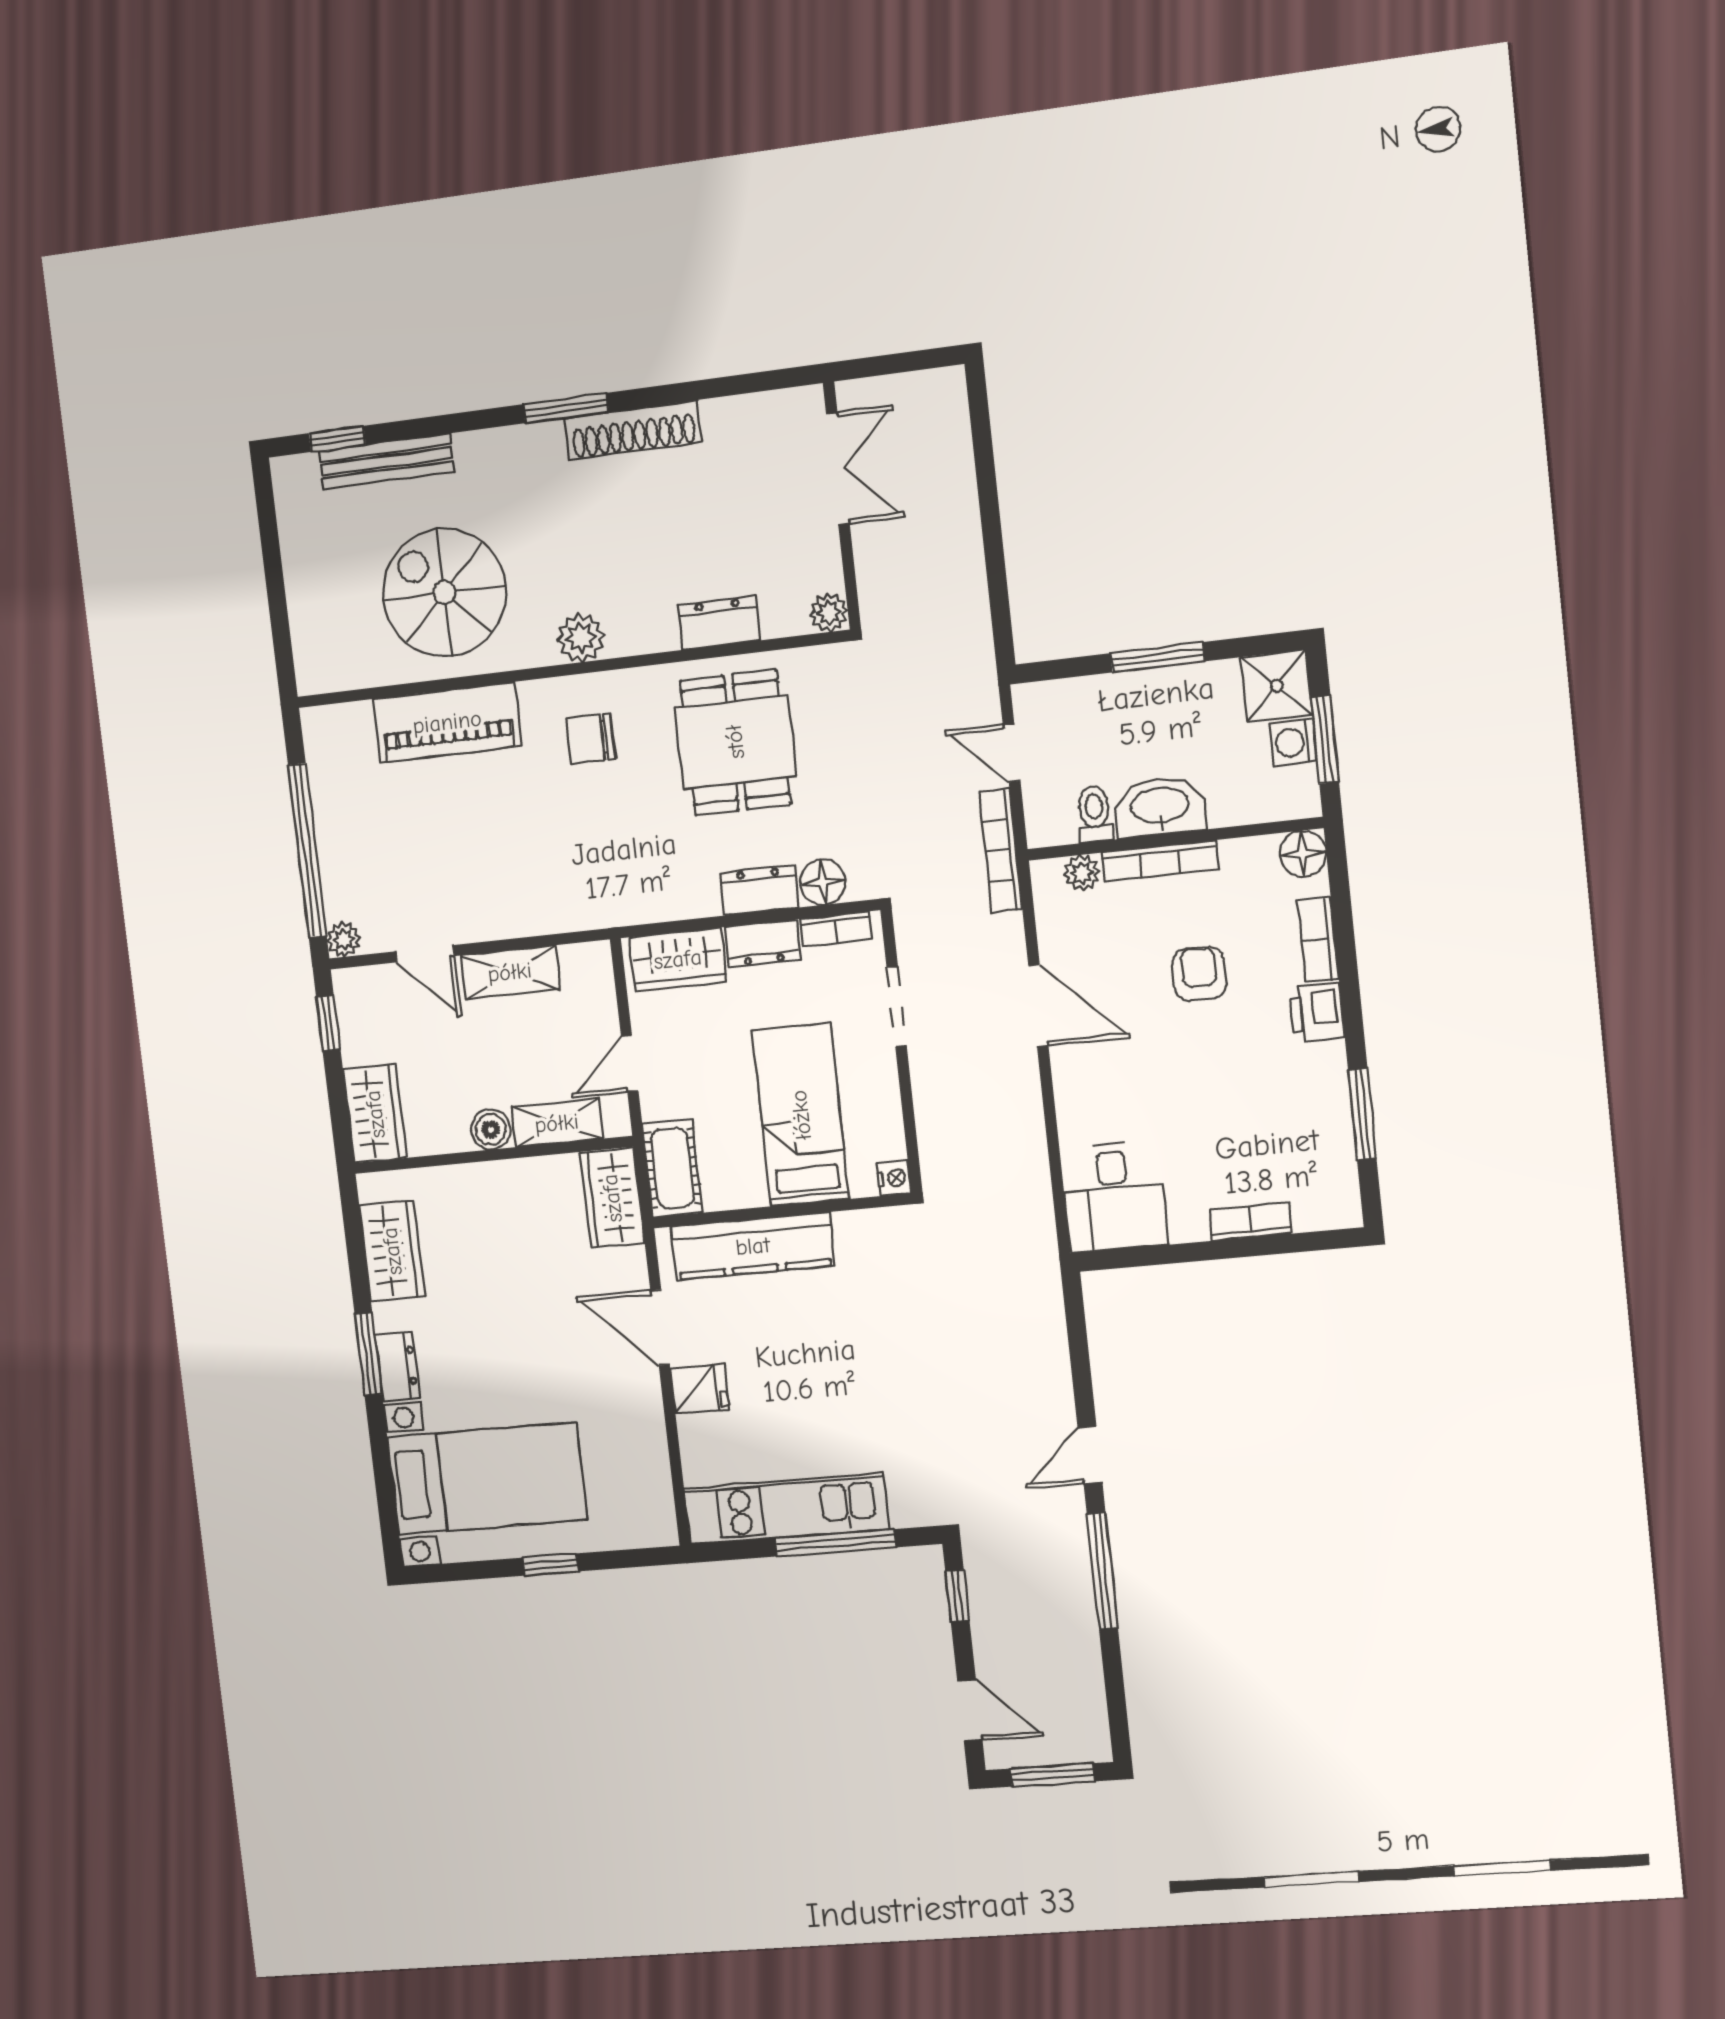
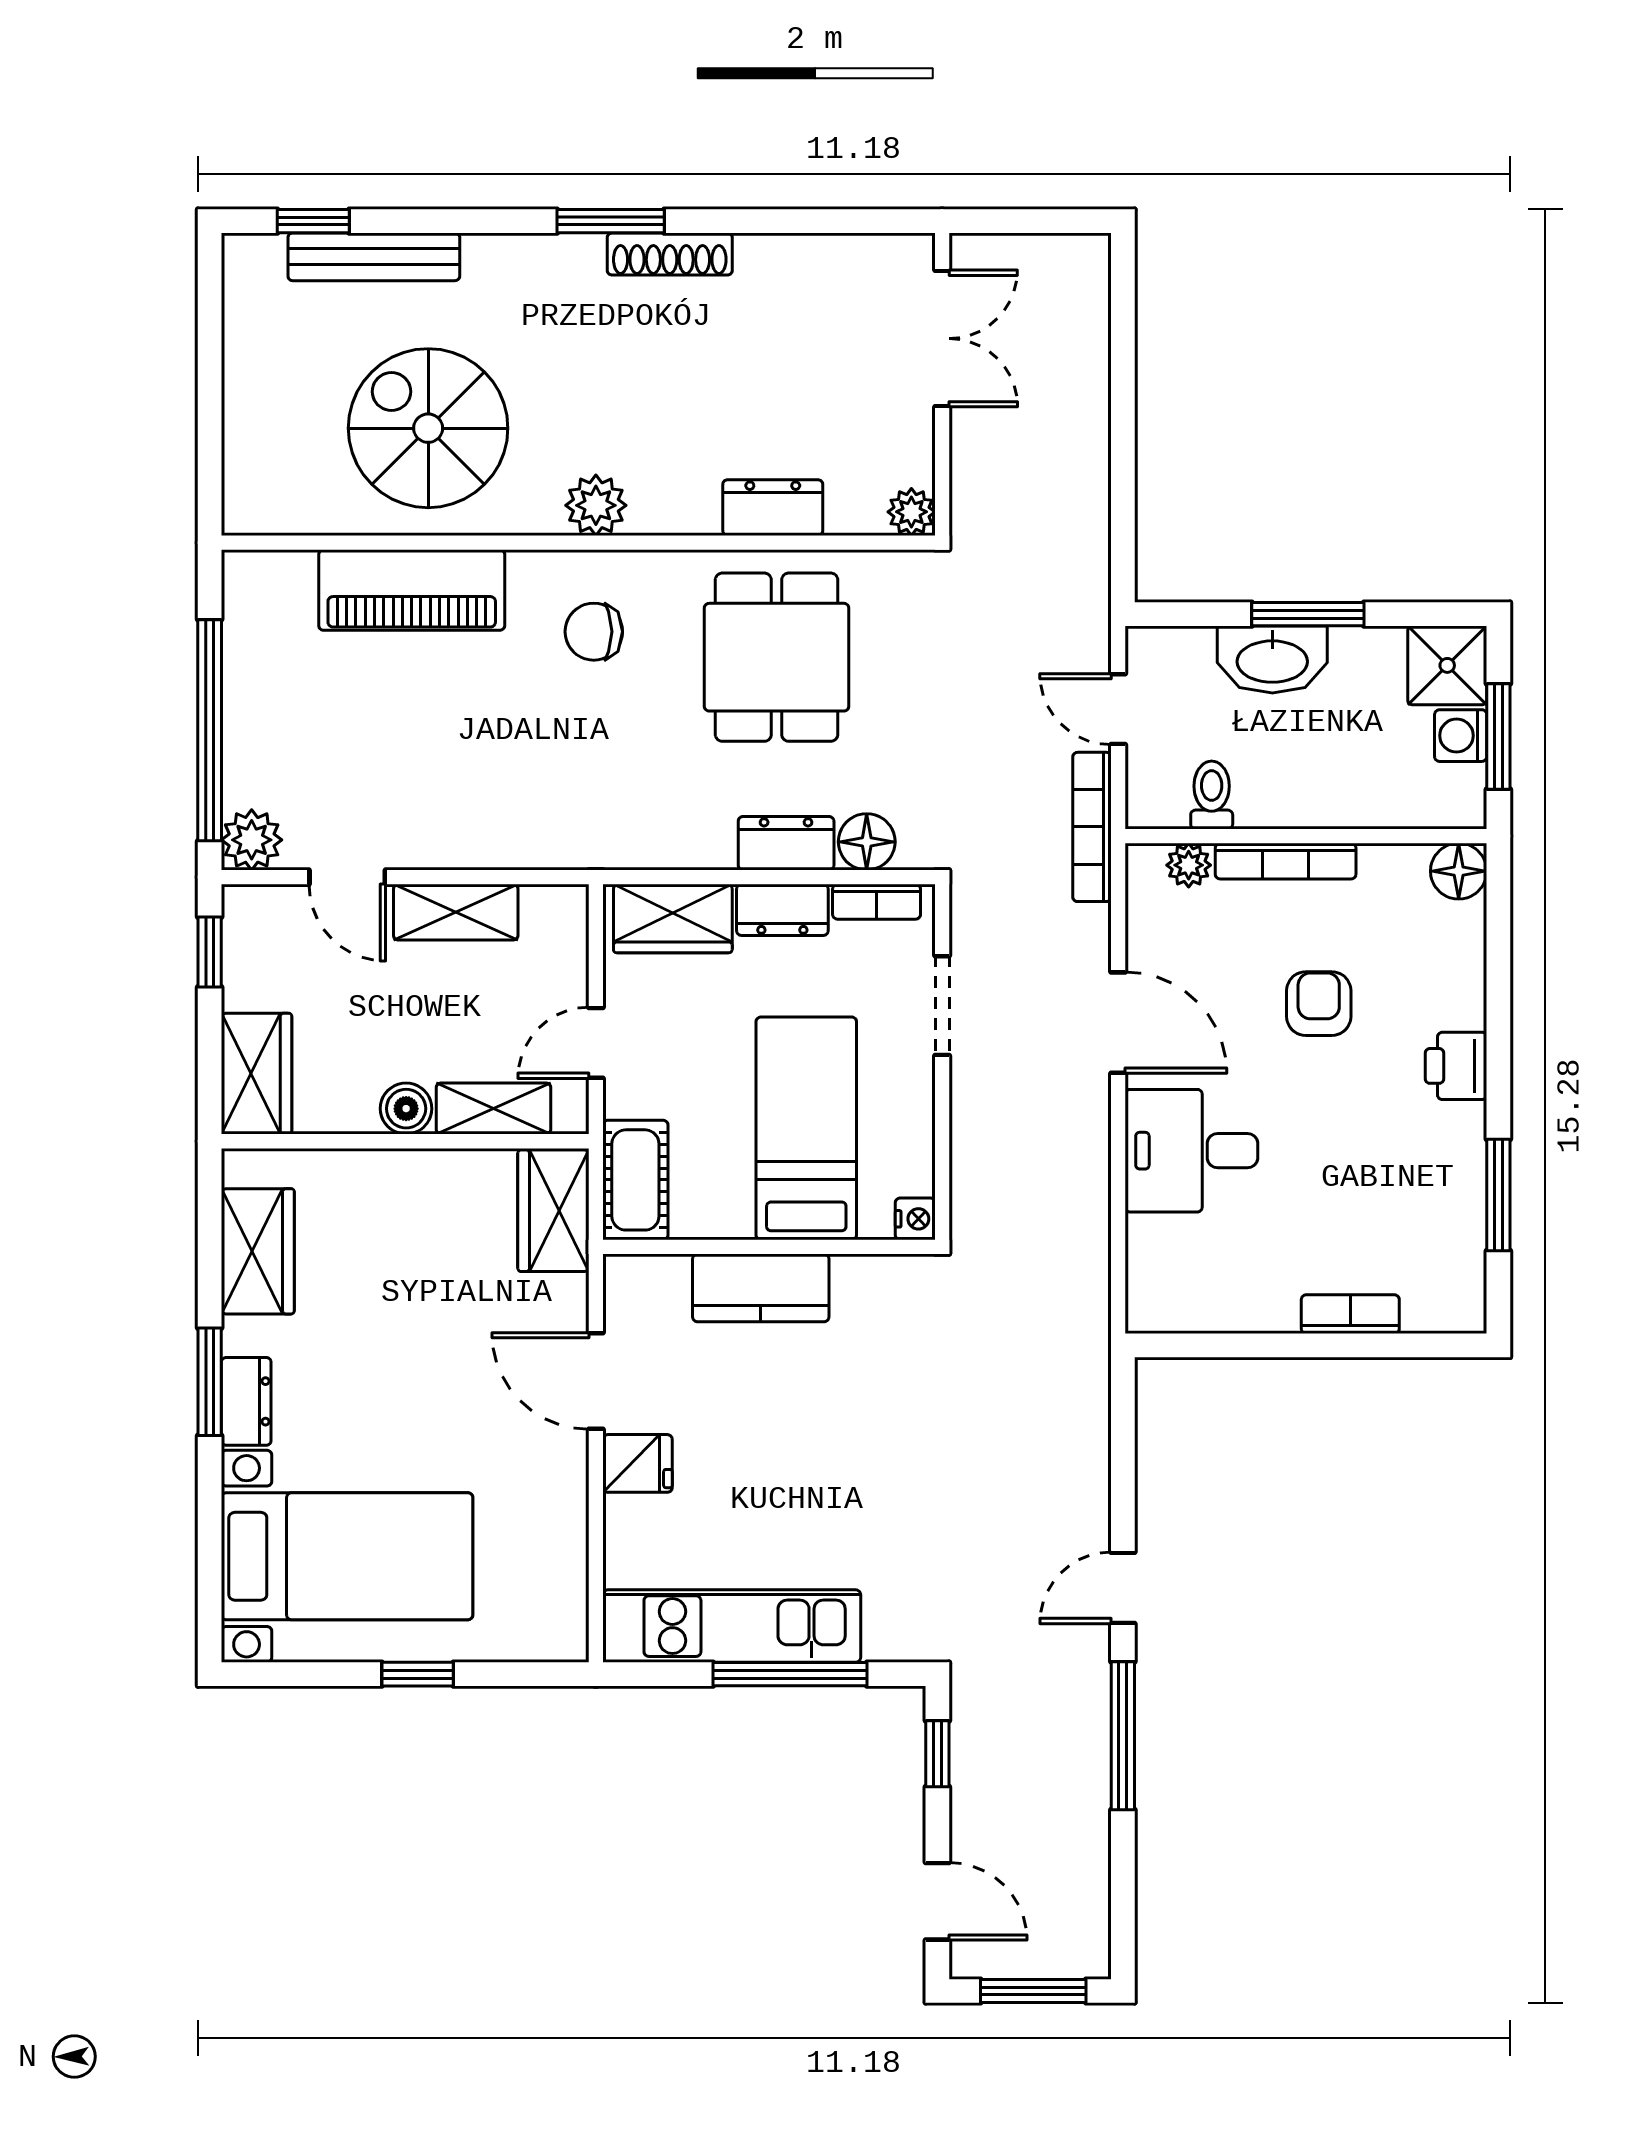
shoe rack: (633, 430) -> (670, 254), width x0.74, depth x0.81
washbasin: (1160, 807) -> (1272, 660), moved, turned 180
plant: (344, 940) -> (252, 840), width x1.38, depth x1.38
bookcase: (1318, 940) -> (1467, 977), removed
desk: (1114, 1196) -> (1191, 1151), moved, turned 90
kitchen counter: (753, 1246) -> (761, 1288), width x0.67

